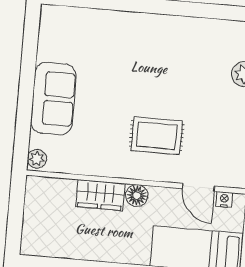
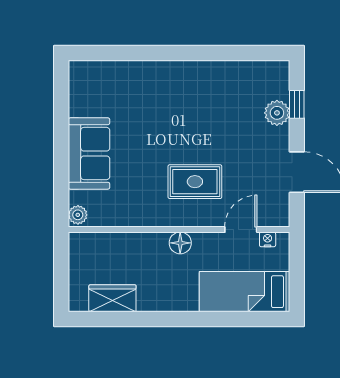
door: (198, 187) -> (241, 230), swing flipped
wardrobe: (100, 195) -> (112, 298), moved, turned 180

